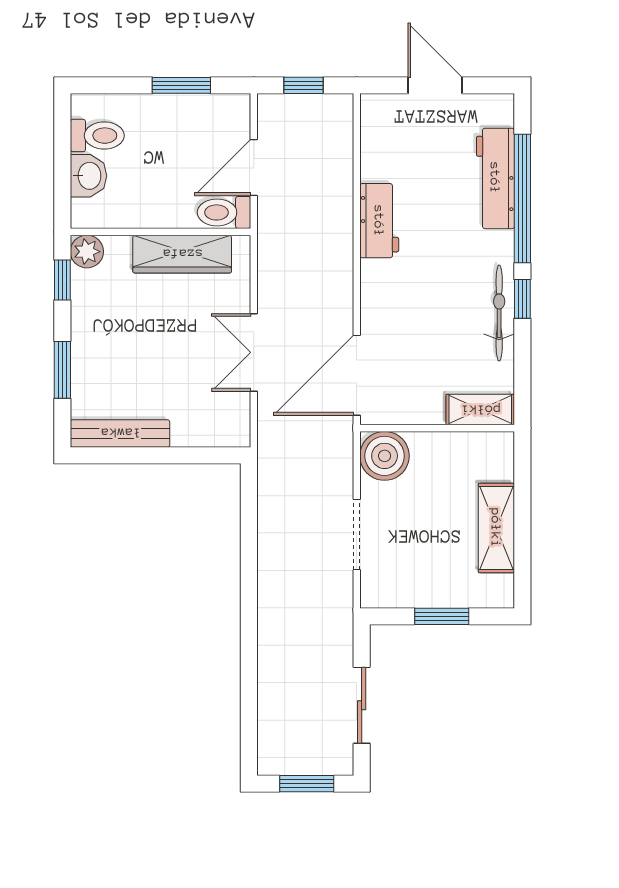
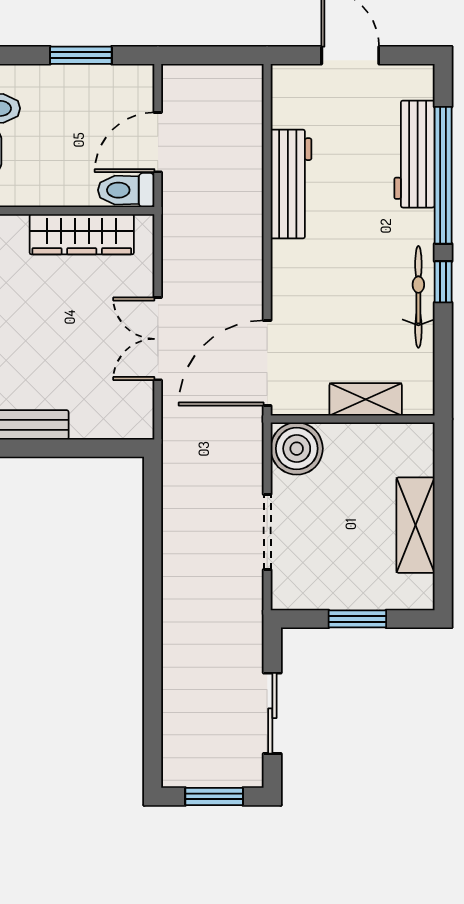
window: (304, 85) -> (211, 55), removed
workbench: (379, 221) -> (291, 184), width x1.38
shelving: (480, 410) -> (366, 399), moved

